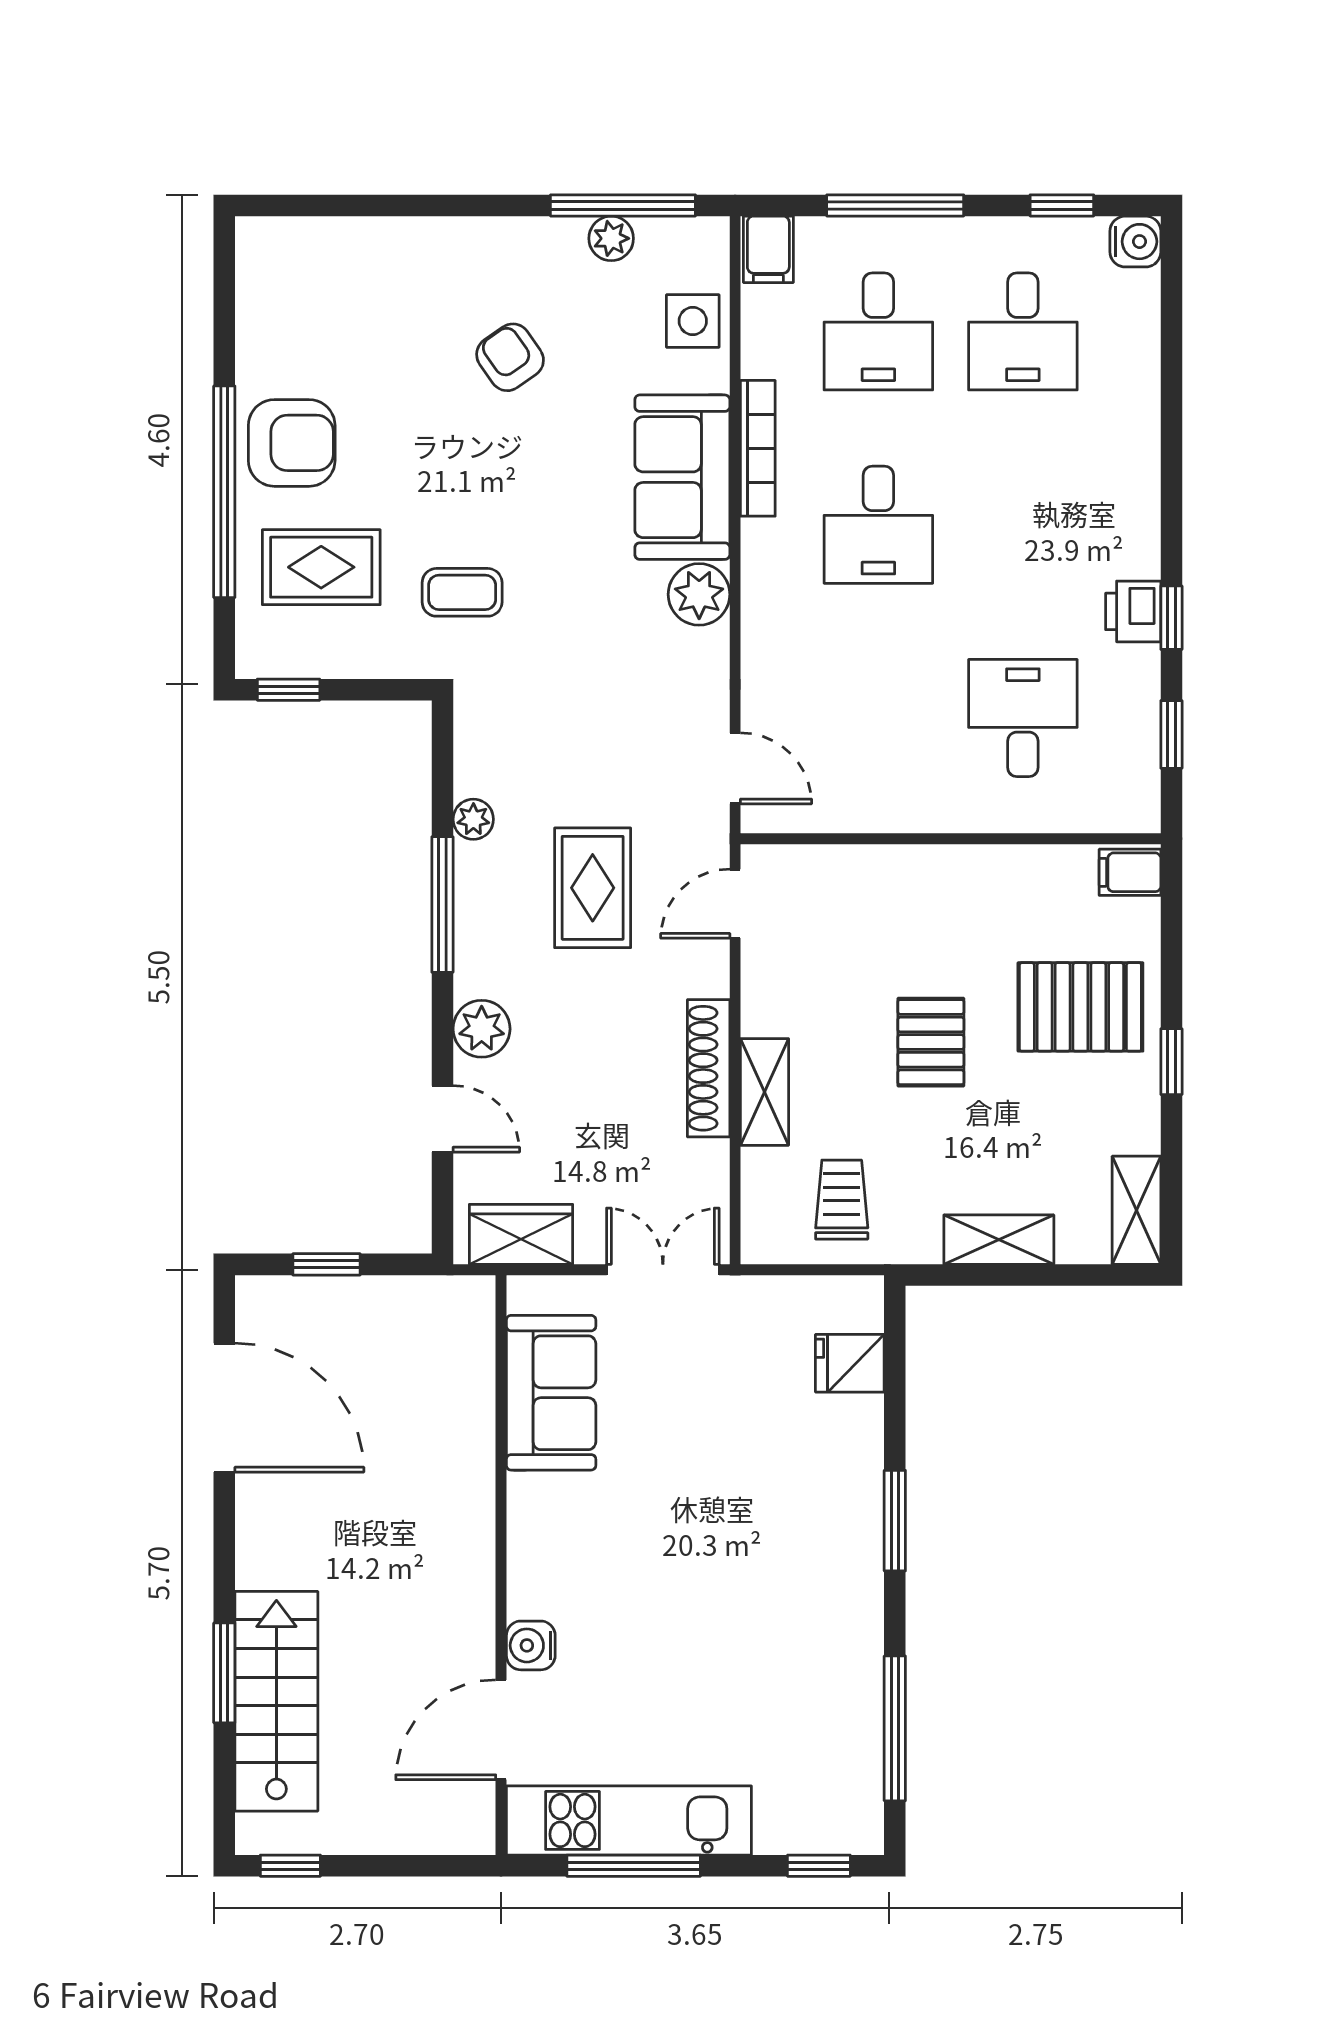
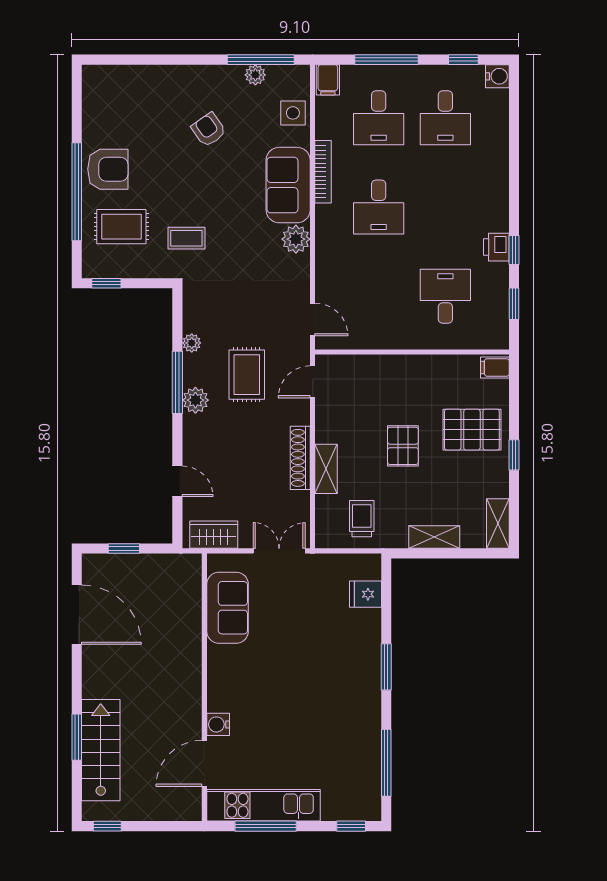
plant: (482, 1029) -> (195, 400), moved

